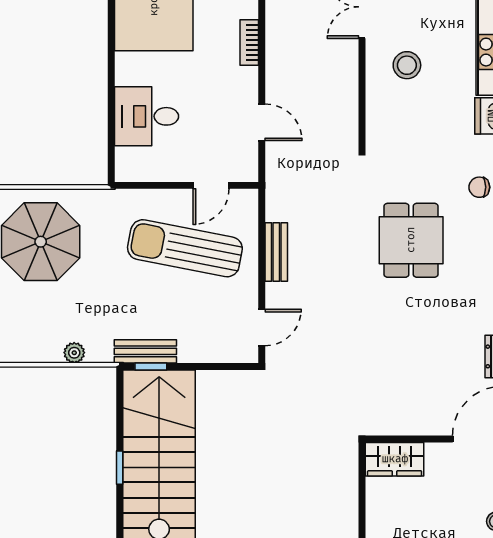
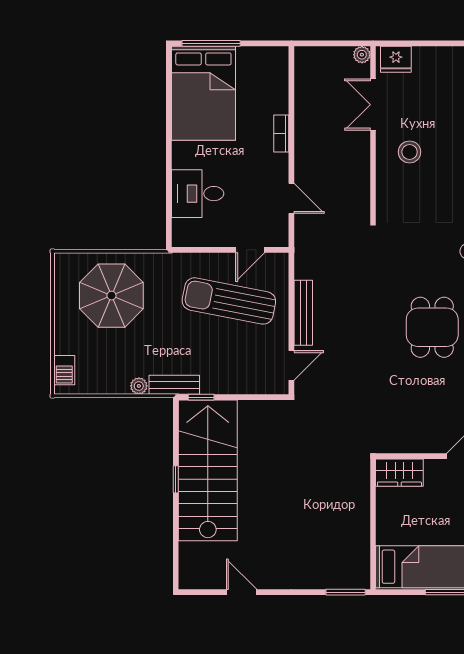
dining table: (411, 240) -> (432, 327), moved
bench: (276, 252) -> (303, 313), width x1.36
bench: (145, 351) -> (174, 385), moved

